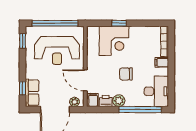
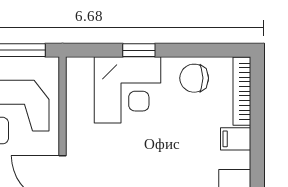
chair: (126, 74) -> (194, 78), moved

